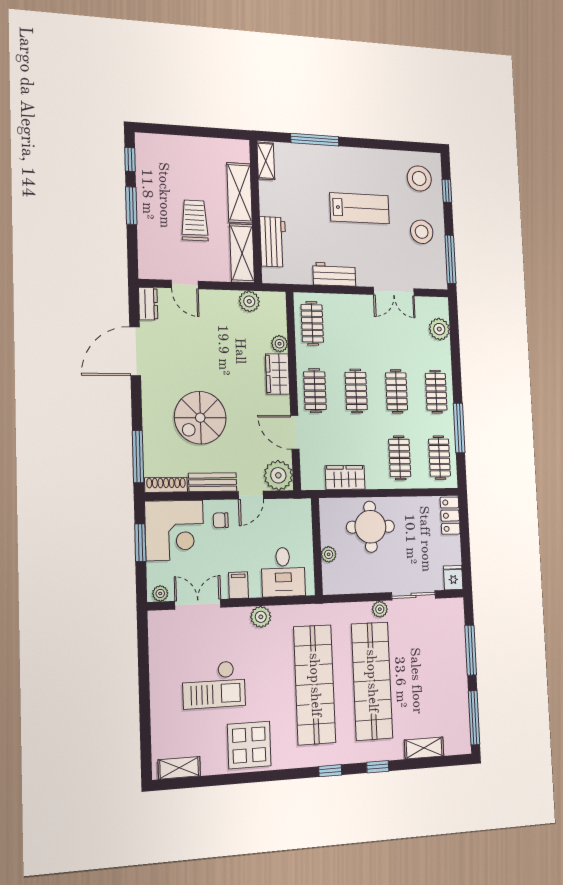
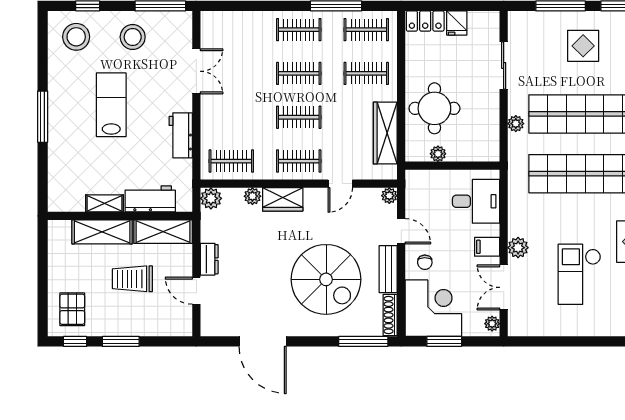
window: (315, 140) -> (43, 117), moved
pallet: (162, 159) -> (72, 309), added
shelving: (266, 161) -> (104, 203), moved
door: (185, 285) -> (196, 291), swing flipped
plant: (249, 301) -> (211, 198), moved
dresser: (148, 304) -> (209, 259), moved, turned 90
plant: (439, 329) -> (234, 23), removed
spiral stairs: (200, 418) -> (326, 279), width x1.37, depth x1.37
door: (295, 432) -> (340, 184), width x0.73
plant: (278, 475) -> (389, 196), width x0.53, depth x0.53
wardrobe: (345, 477) -> (385, 133), width x1.50
plant: (329, 554) -> (438, 154), moved
fridge: (453, 578) -> (457, 23), moved, turned -90
plant: (380, 609) -> (516, 124), moved
plant: (261, 617) -> (518, 248), moved
display table: (435, 675) -> (583, 46), added
checkout: (214, 685) -> (579, 274), turned 180

